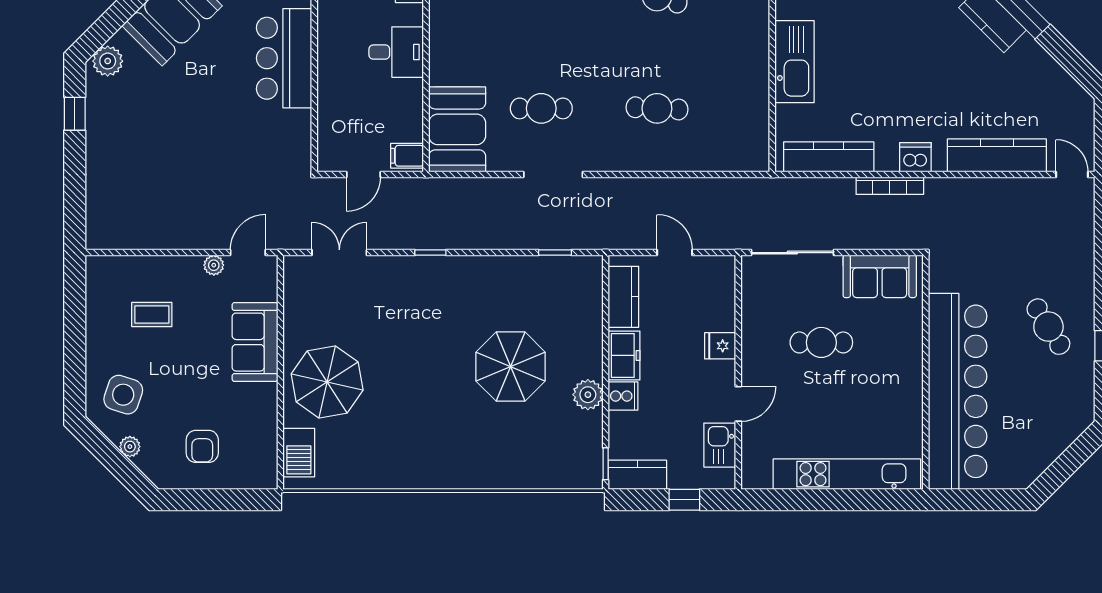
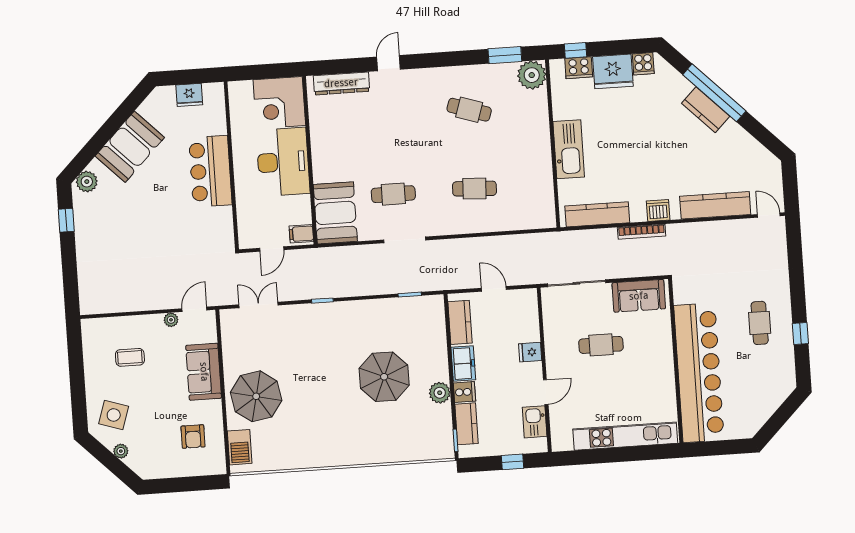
desk: (396, 52) -> (283, 162), width x1.87, depth x1.30
cafe table: (1048, 327) -> (760, 323), turned 32
armchair: (202, 446) -> (193, 437), moved
kitchen counter: (637, 475) -> (466, 424), moved, turned 90

